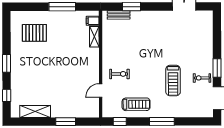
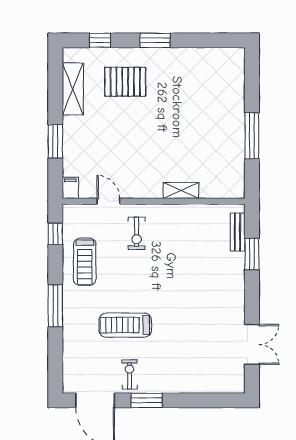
filing cabinet: (93, 21) -> (70, 188), moved
pallet: (34, 33) -> (125, 82), moved, turned 90
shelving: (94, 37) -> (181, 191), moved

